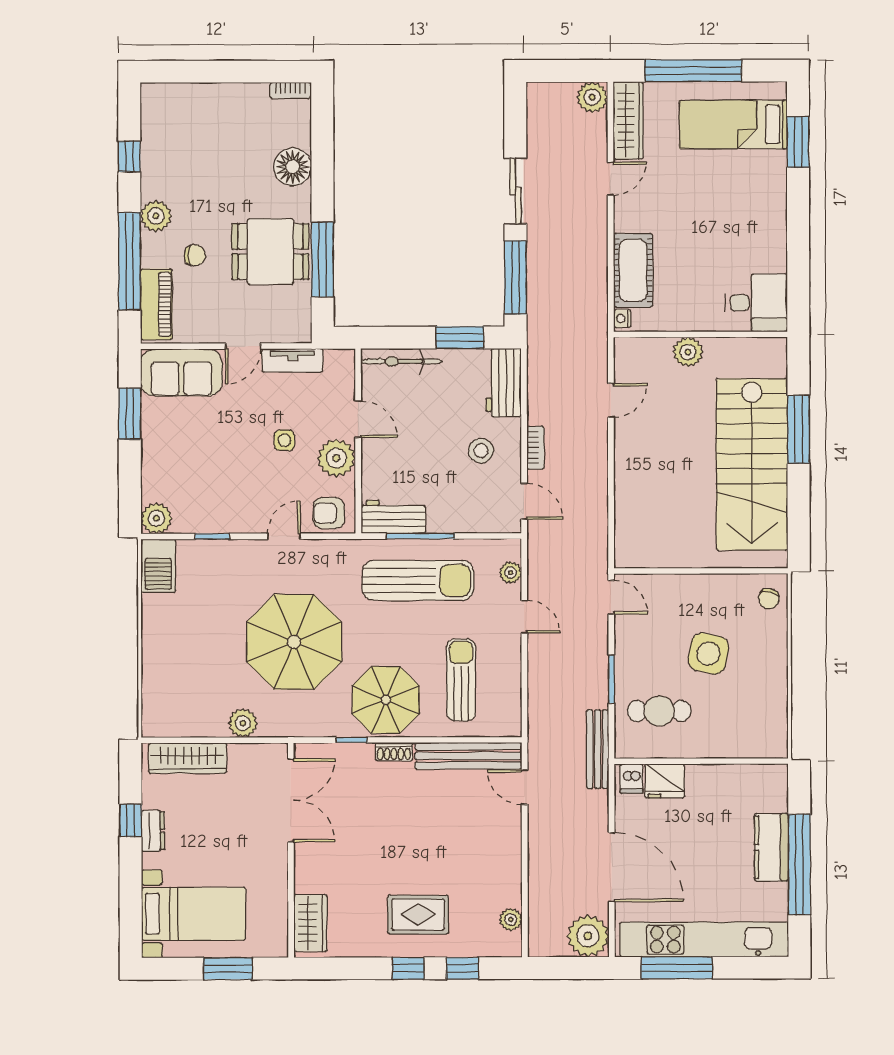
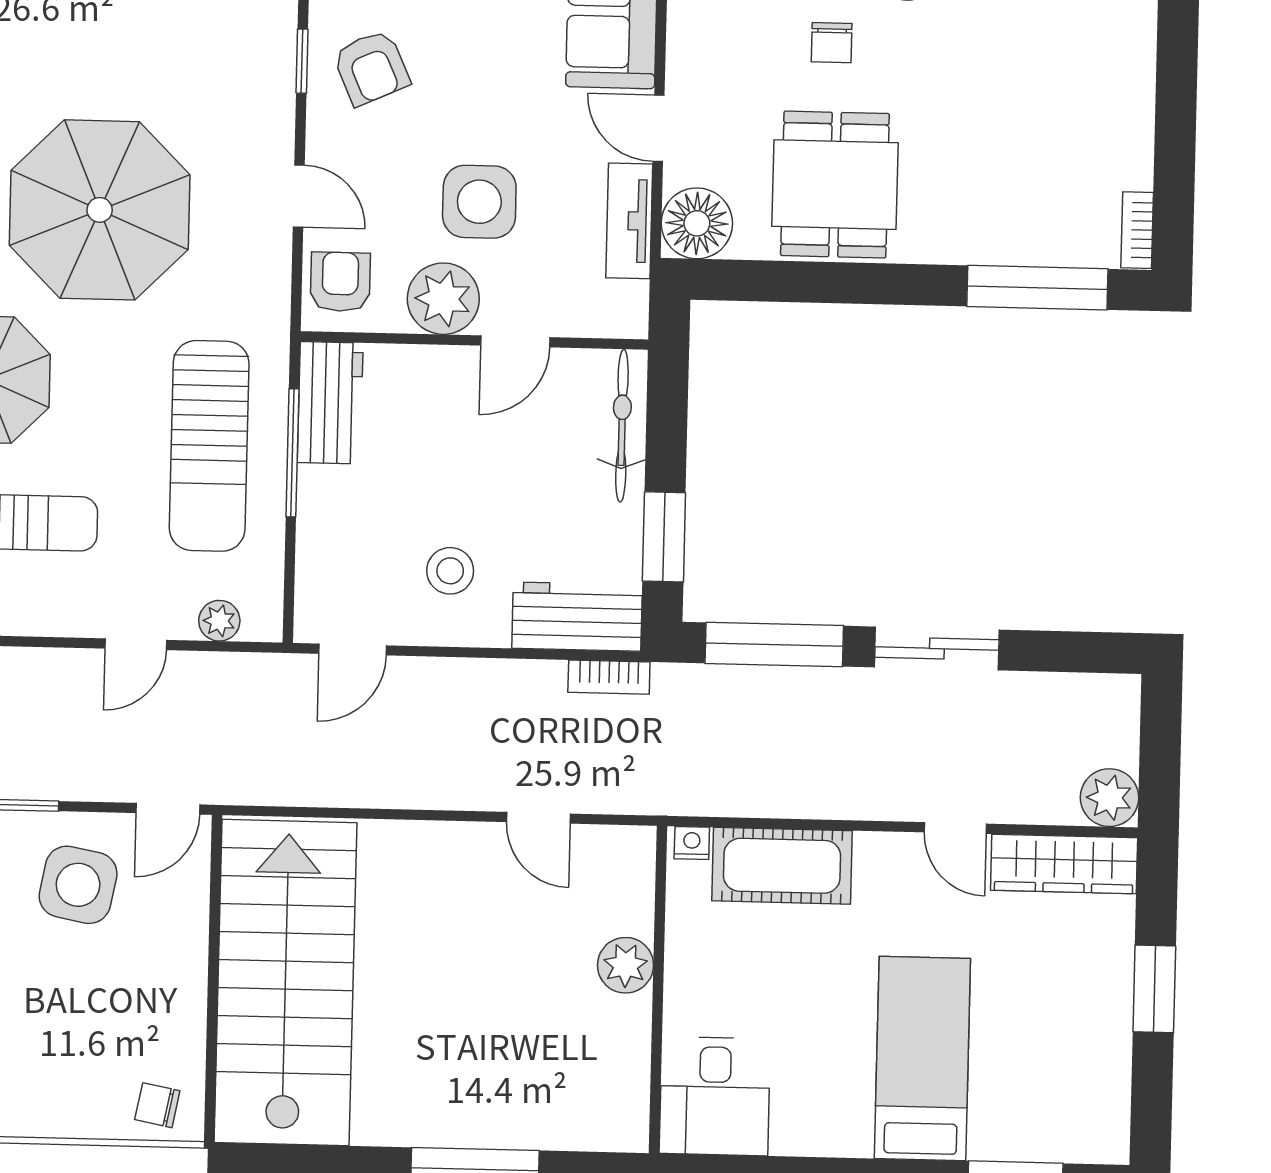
window: (693, 71) -> (1154, 989), width x0.47
bed: (733, 125) -> (922, 1058), moved
floor lamp: (293, 167) -> (697, 223), moved
window: (323, 259) -> (1037, 288), moved
side table: (284, 440) -> (479, 202), width x1.87, depth x1.87
bookcase: (535, 448) -> (609, 677), moved
stairs: (752, 464) -> (285, 983), moved, turned 90
armchair: (215, 500) -> (371, 68), added
side table: (708, 654) -> (78, 885), moved

